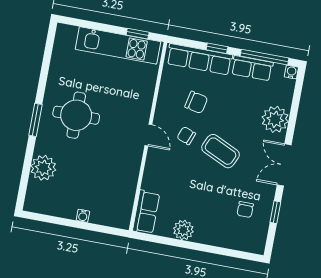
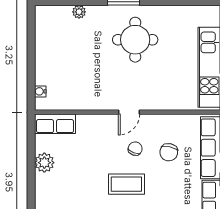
coffee table: (221, 151) -> (126, 184), turned 65
plant: (43, 168) -> (79, 12), width x0.53, depth x0.53
water cooler: (83, 216) -> (40, 91), moved

